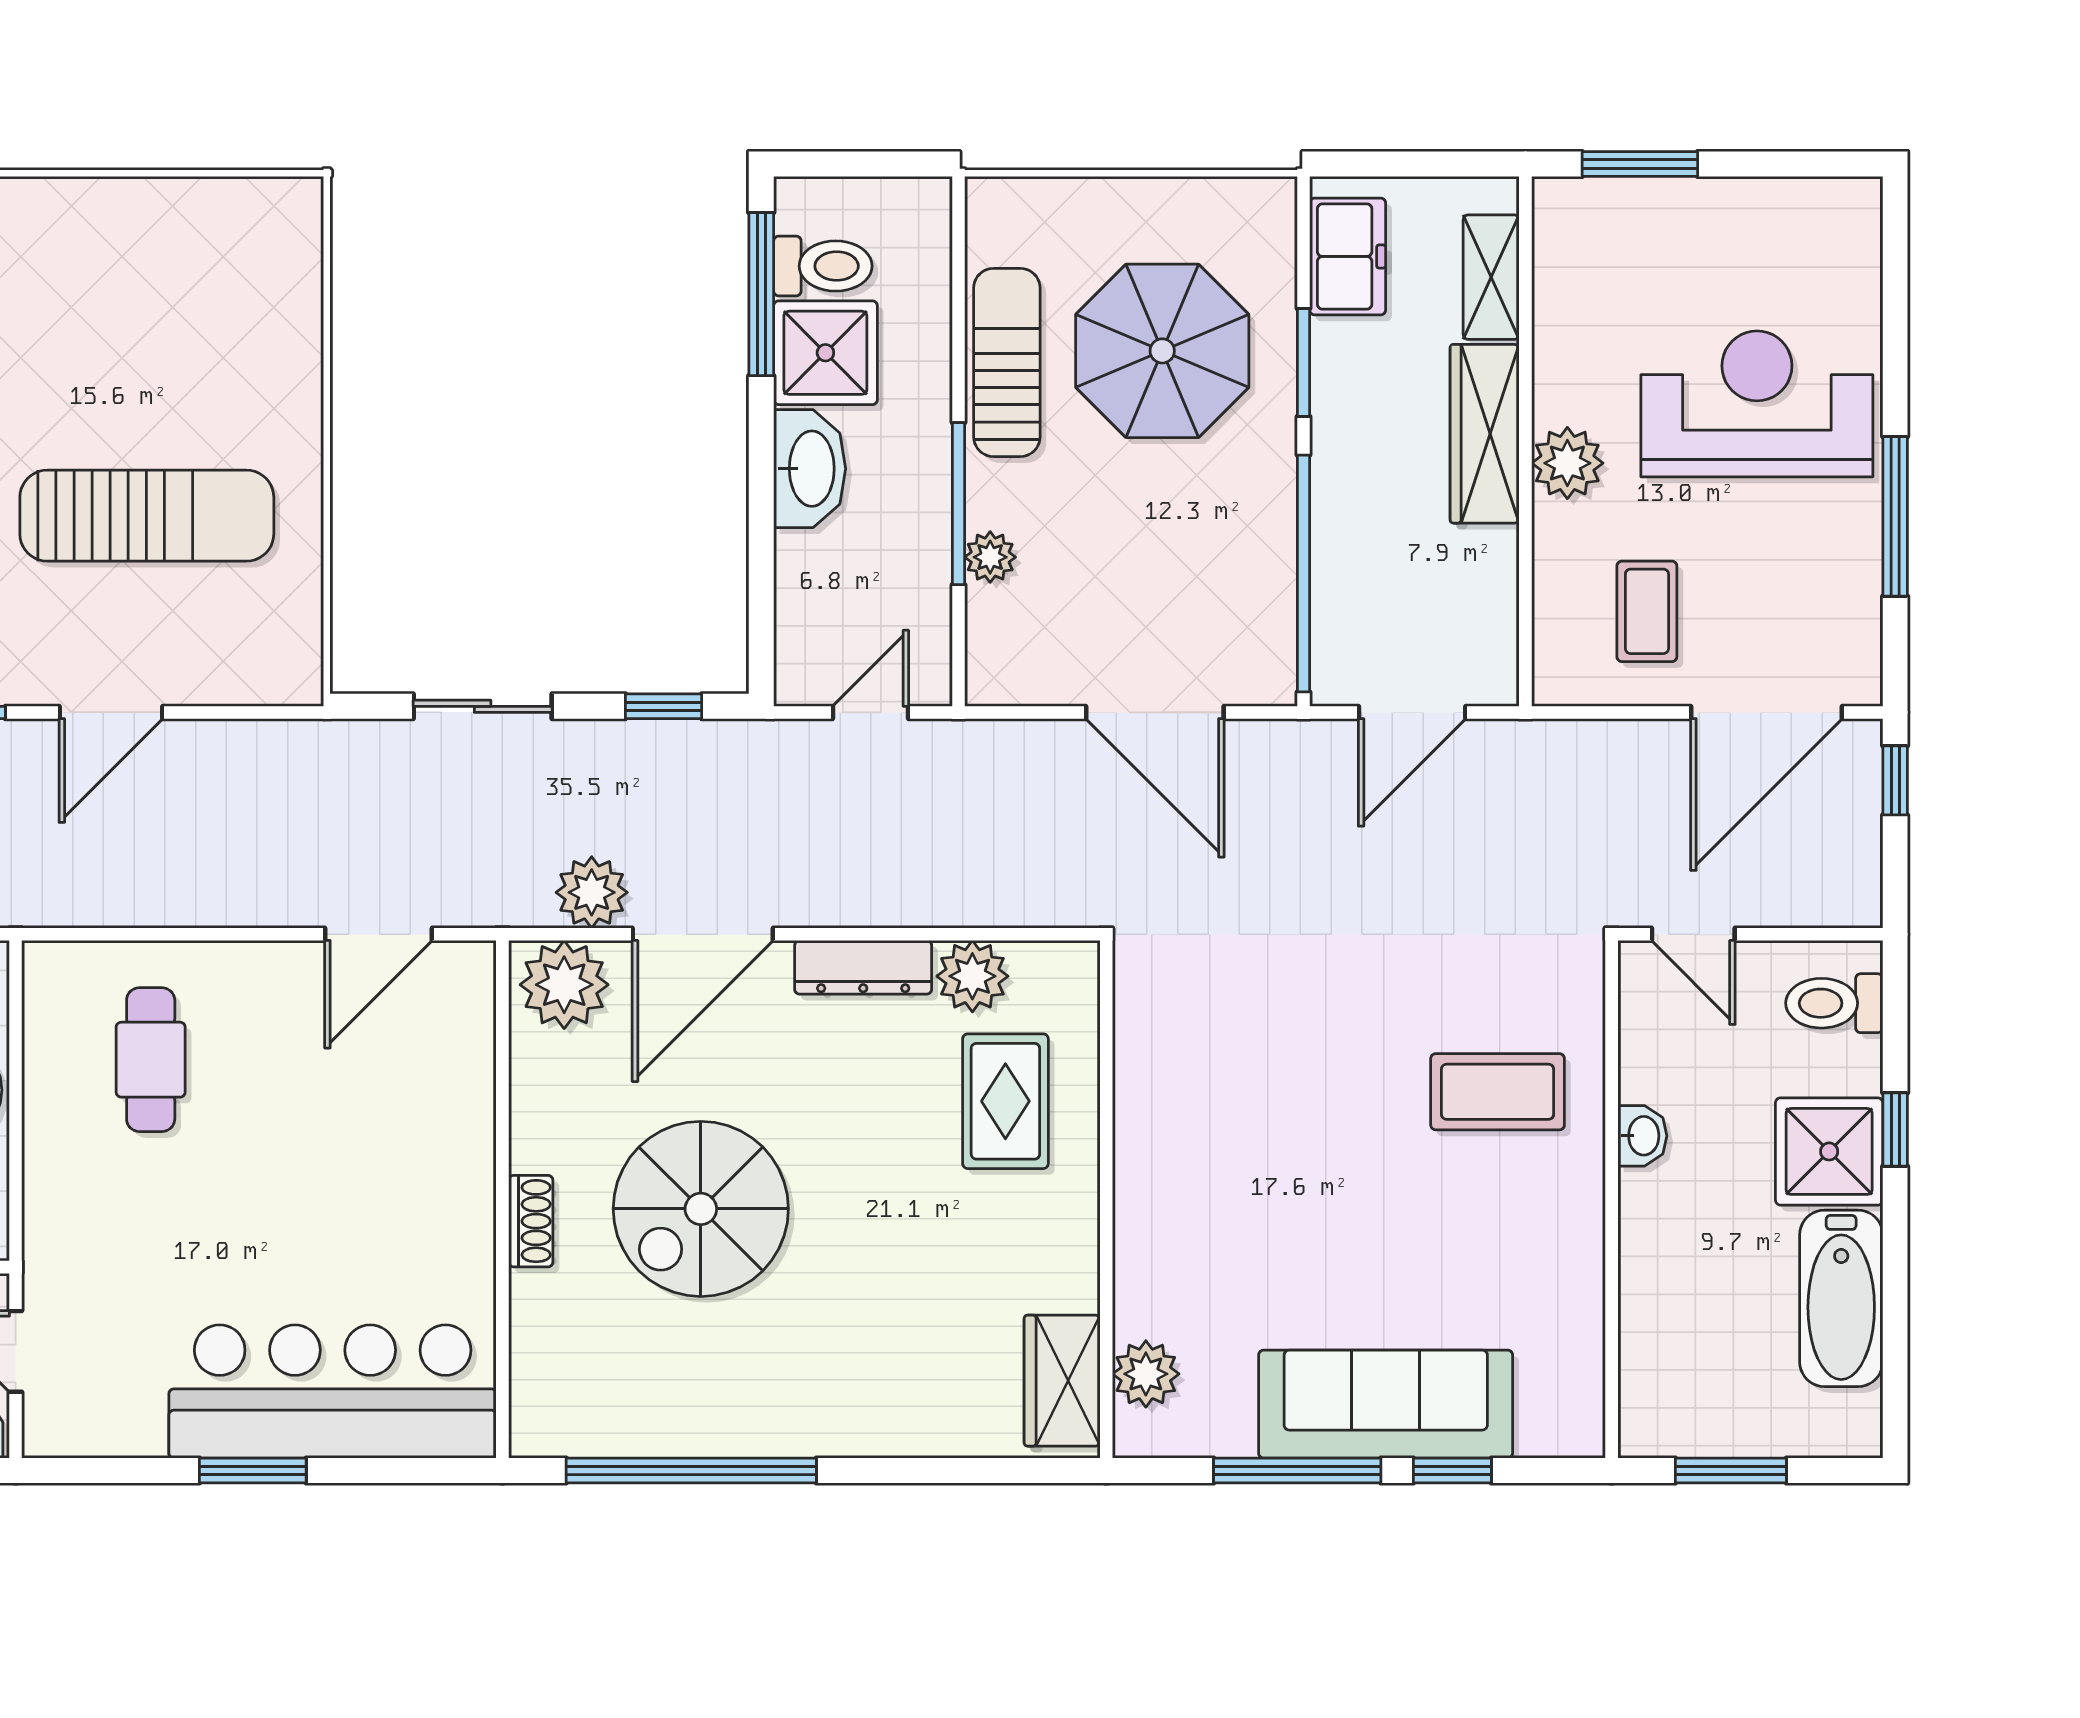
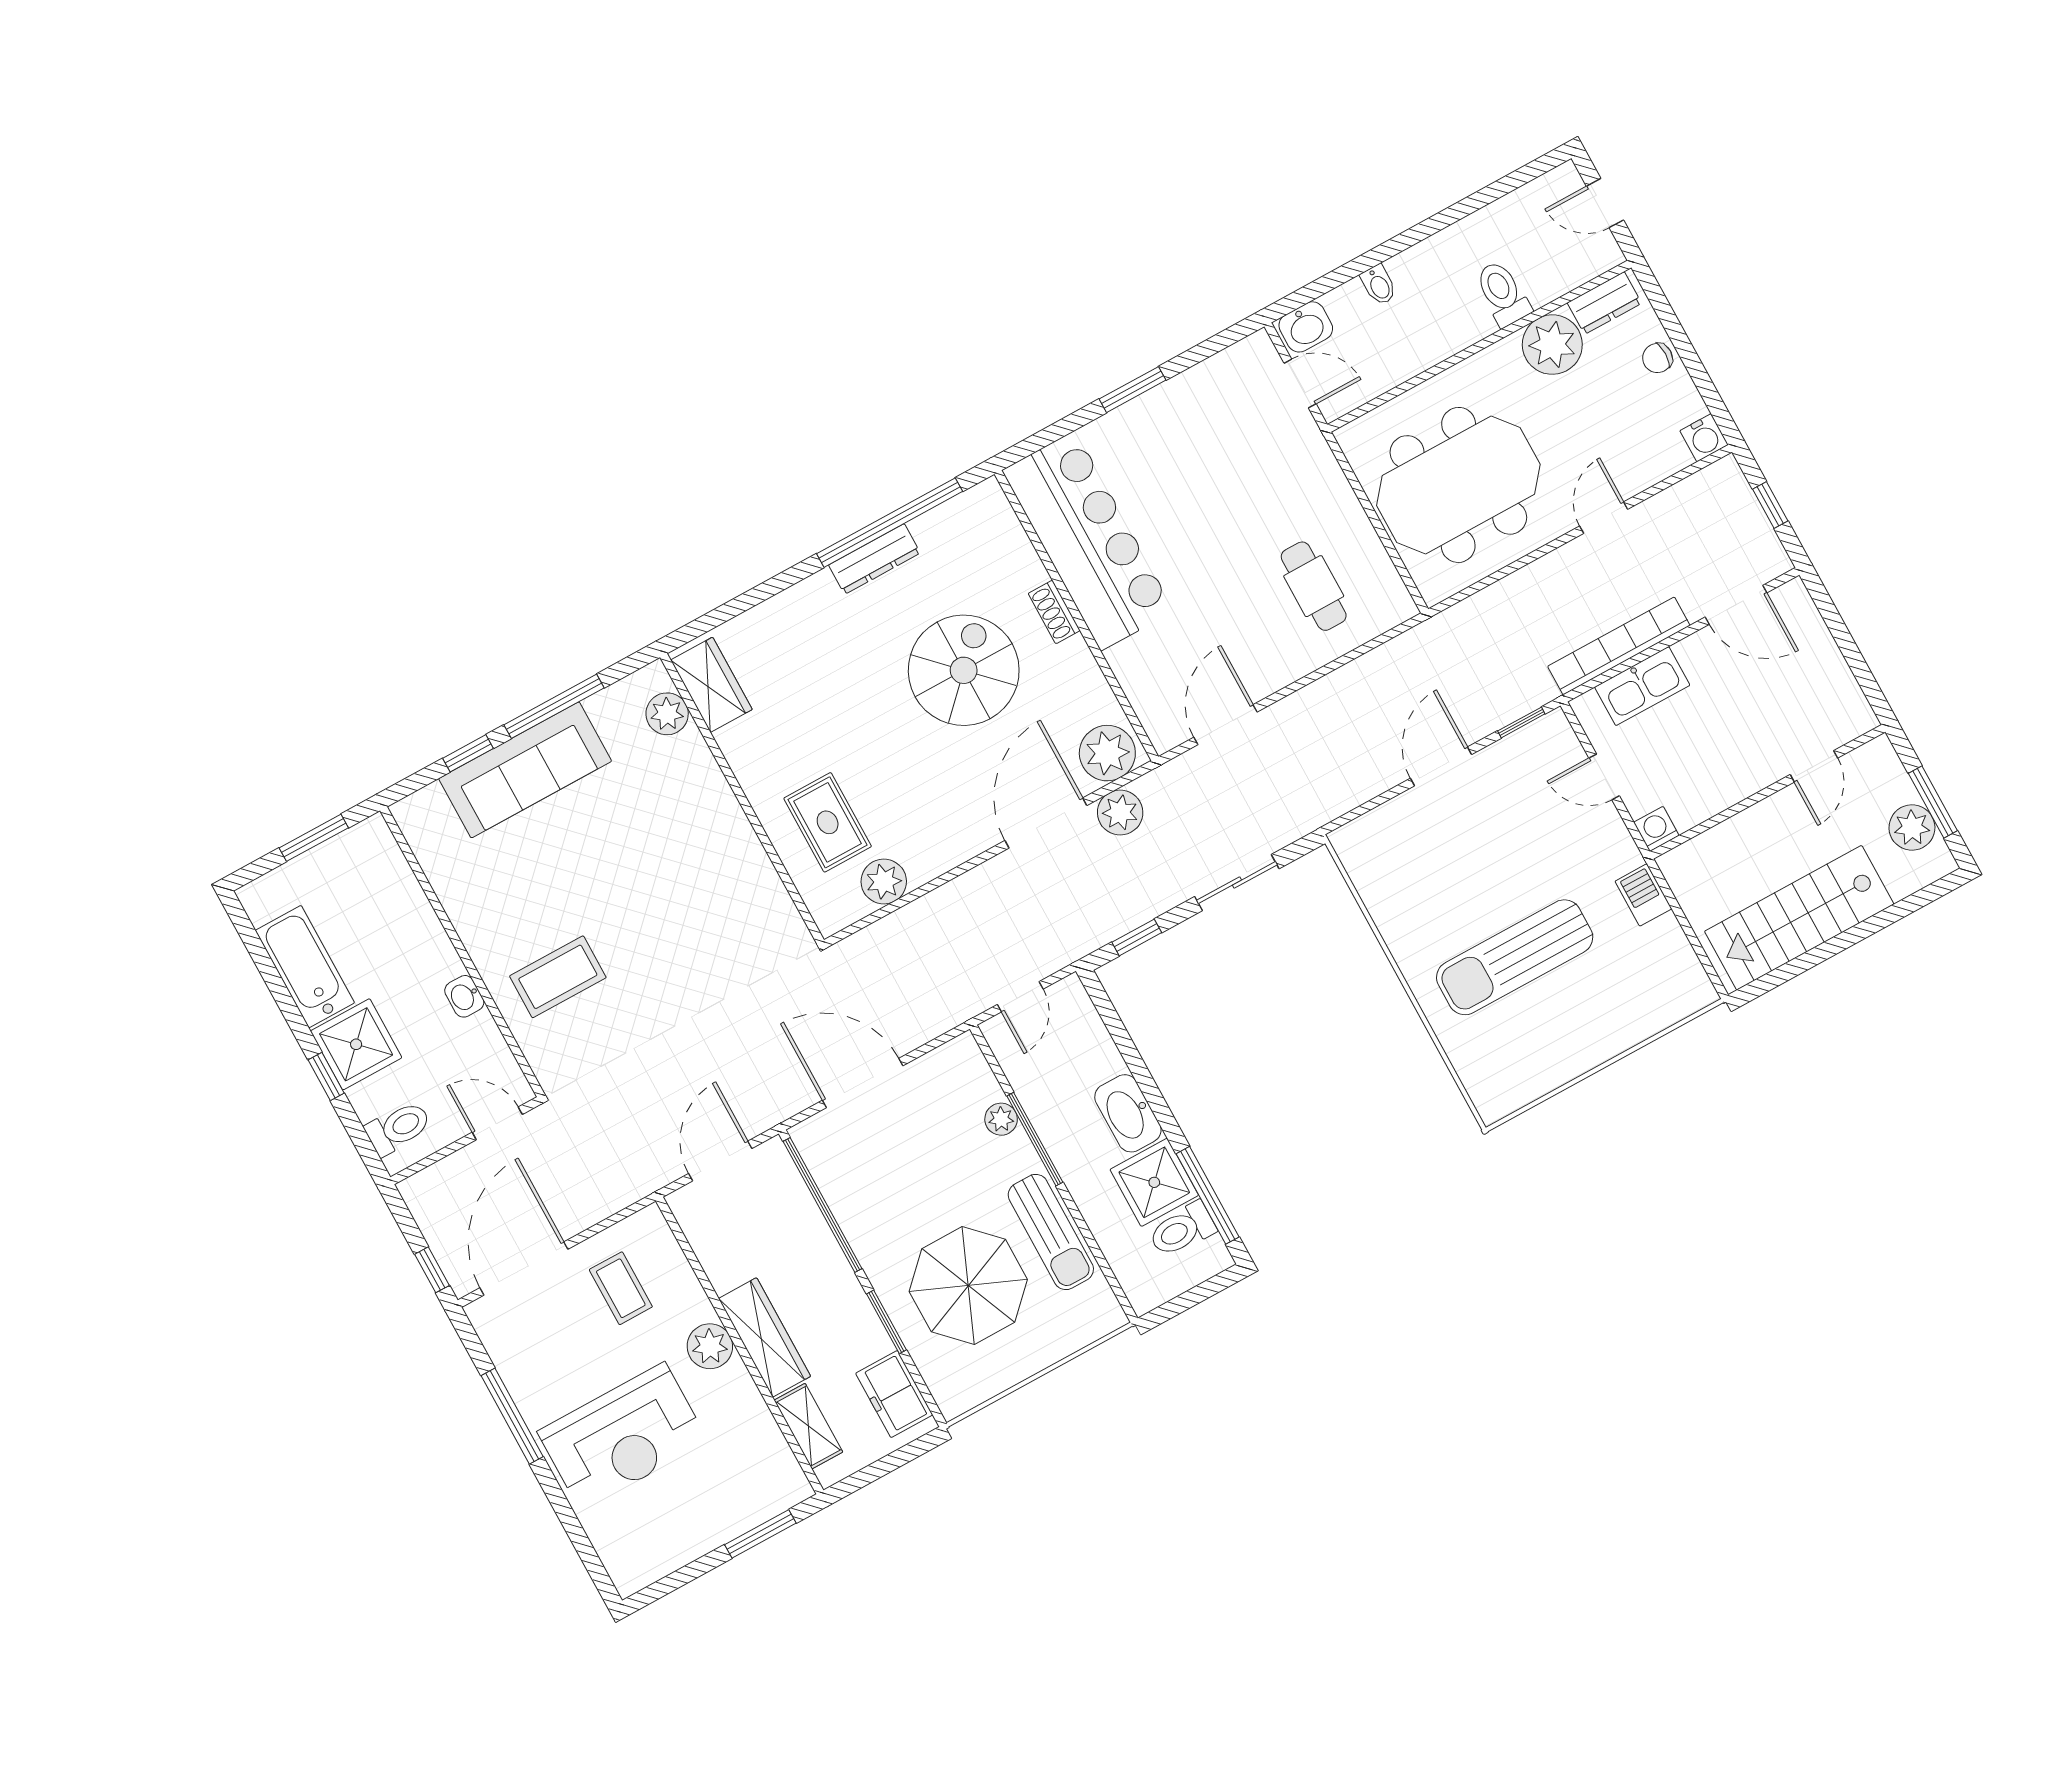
sun lounger: (147, 516) -> (1515, 957), moved
dresser: (863, 967) -> (874, 559), moved, turned 180
bar counter: (333, 1391) -> (1088, 541), moved, turned -90

